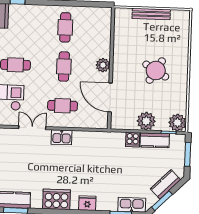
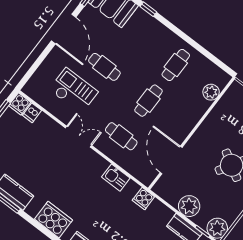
plant: (103, 65) -> (211, 92), moved
kitchen sink: (62, 137) -> (116, 178), moved
cooker: (133, 140) -> (143, 199), moved

